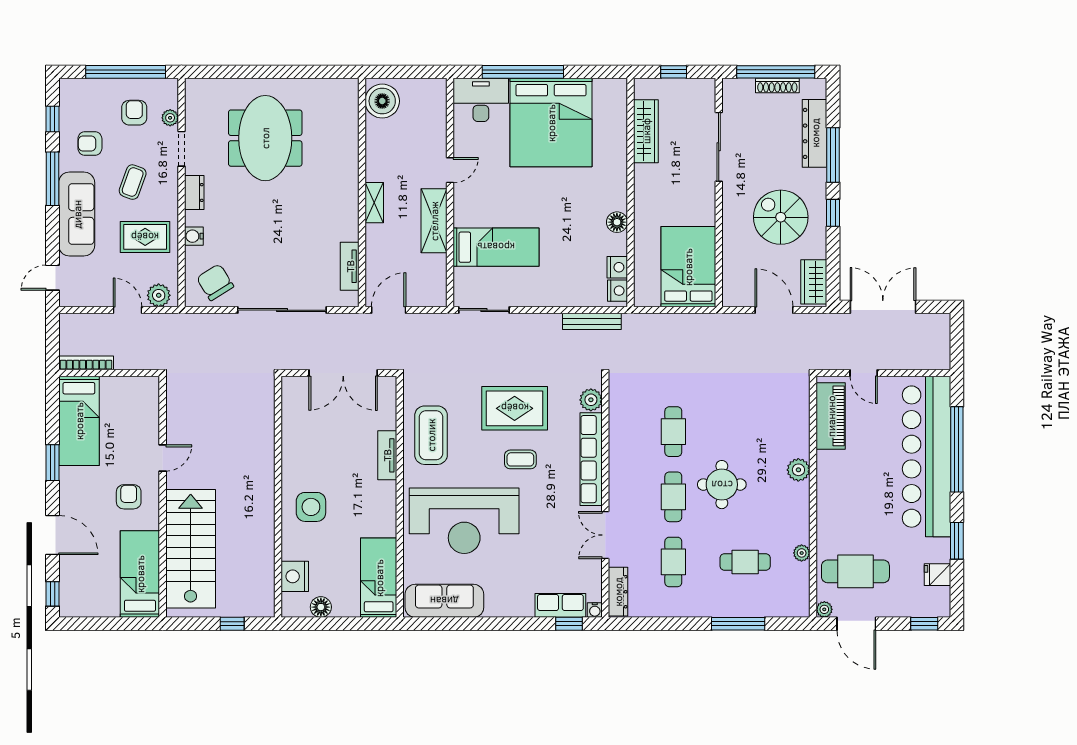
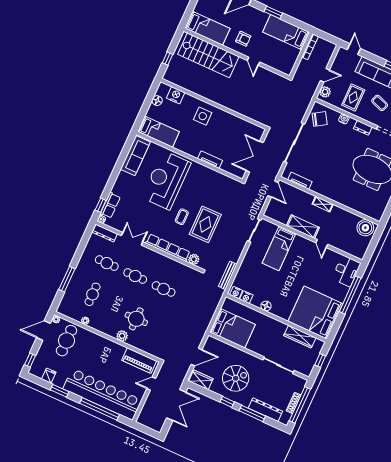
bed: (551, 123) -> (315, 312), moved
coffee table: (431, 435) -> (210, 183), removed
round table: (722, 485) -> (136, 319), moved

